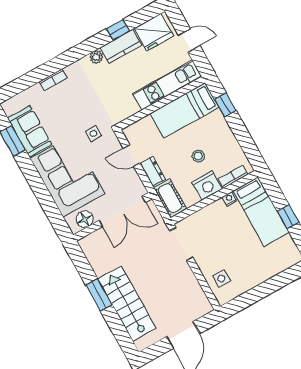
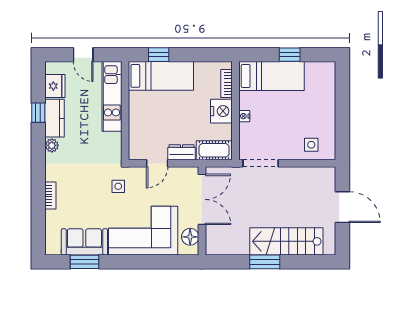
fridge: (154, 32) -> (55, 86), width x0.73, depth x0.75
door: (189, 40) -> (83, 55), swing flipped
bed: (184, 110) -> (161, 76), moved, turned -90
stool: (198, 156) -> (191, 104), removed
nightstand: (229, 199) -> (244, 116), moved

